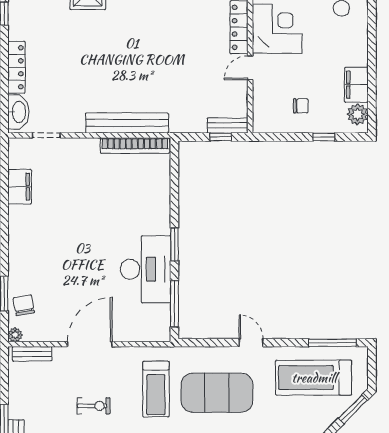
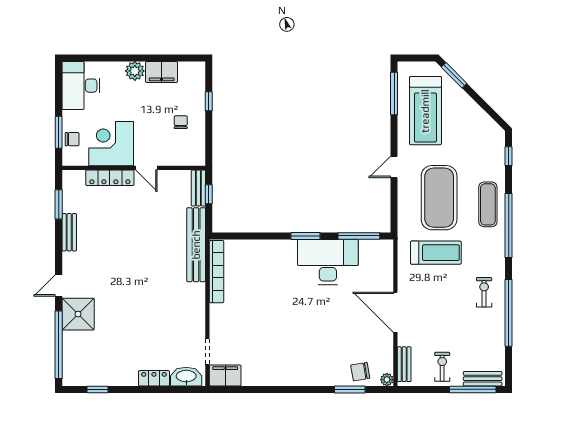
locker: (17, 67) -> (154, 378), width x0.66
plant: (358, 114) -> (135, 71), moved
bench: (127, 123) -> (196, 245), moved
filing cabinet: (20, 187) -> (225, 375), moved
exercise bike: (94, 406) -> (442, 367), moved

